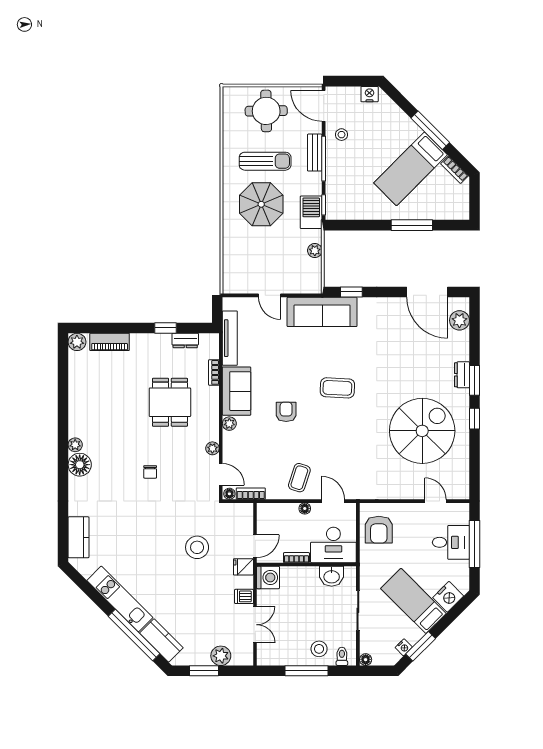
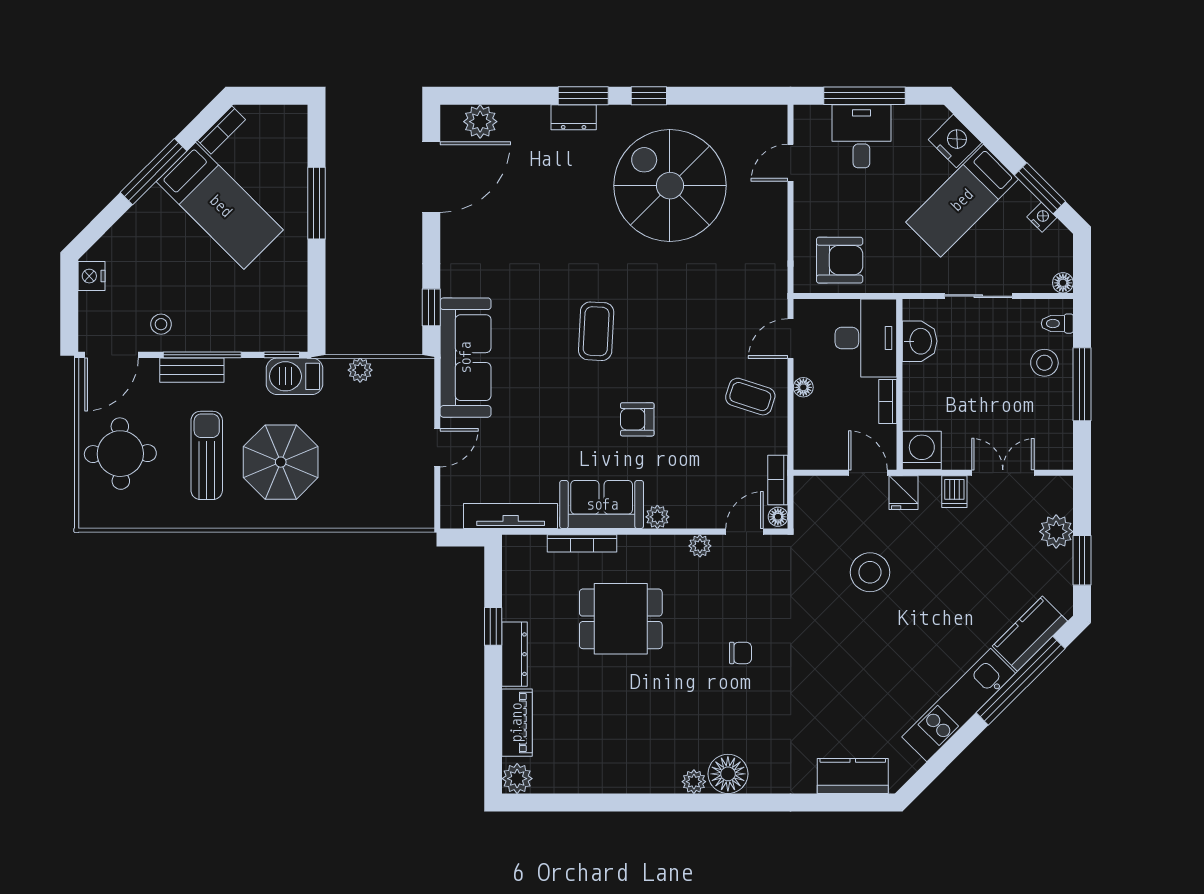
dresser: (185, 340) -> (515, 654), moved, width x1.44
bookcase: (214, 372) -> (582, 543), width x1.56

